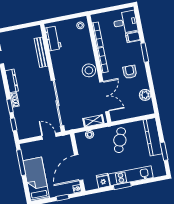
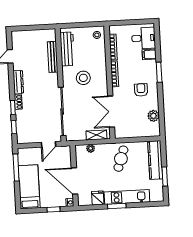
workbench: (53, 38) -> (67, 49), width x1.38
stool: (89, 70) -> (83, 78), moved
double door: (104, 97) -> (111, 112), swing flipped
door: (49, 136) -> (49, 144), swing flipped
door: (79, 168) -> (75, 181), hinge flipped

